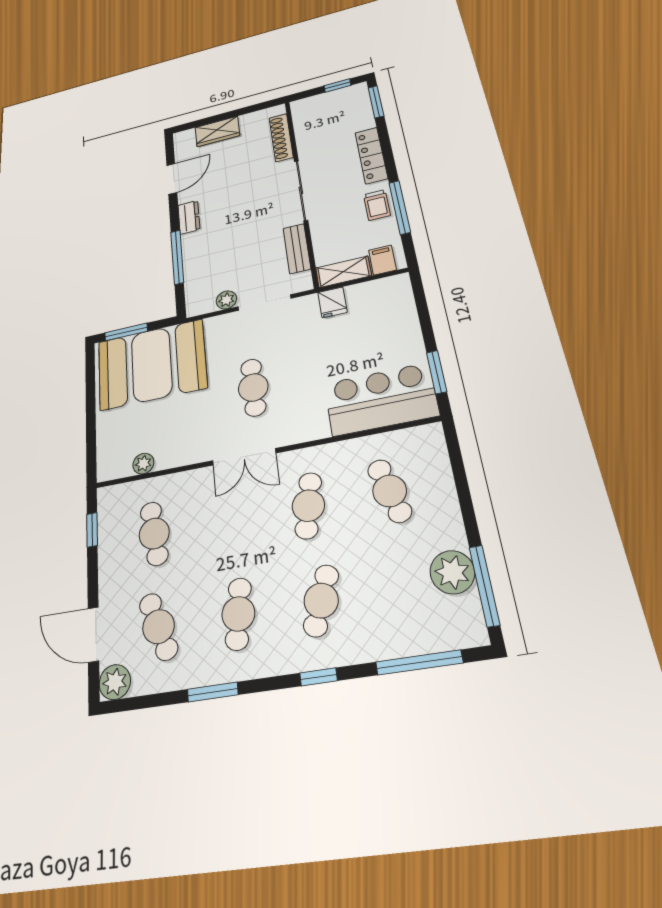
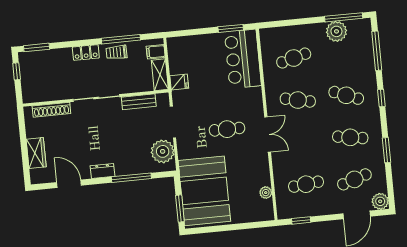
locker: (371, 155) -> (86, 52), width x0.66
trolley: (377, 205) -> (117, 52), turned 180
plant: (226, 300) -> (163, 151), width x1.88, depth x1.88

